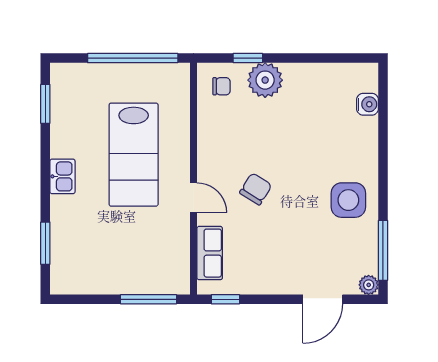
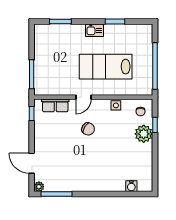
window: (45, 104) -> (115, 21), moved
side table: (348, 200) -> (116, 105), moved, width x0.54, depth x0.54

